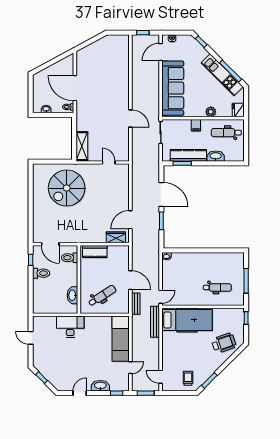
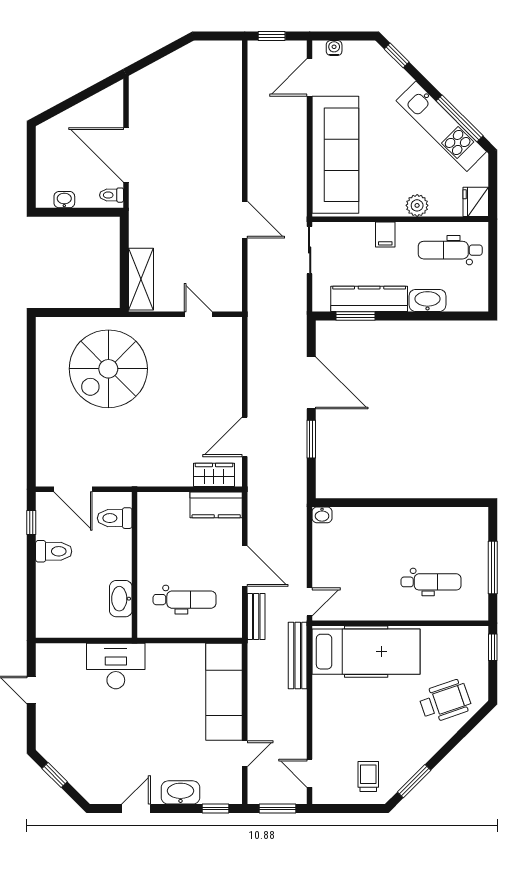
kitchen counter: (95, 251) -> (216, 505), moved
dental chair: (102, 296) -> (185, 600), turned 33

